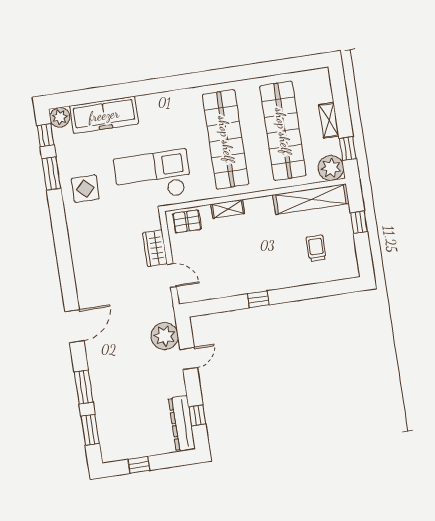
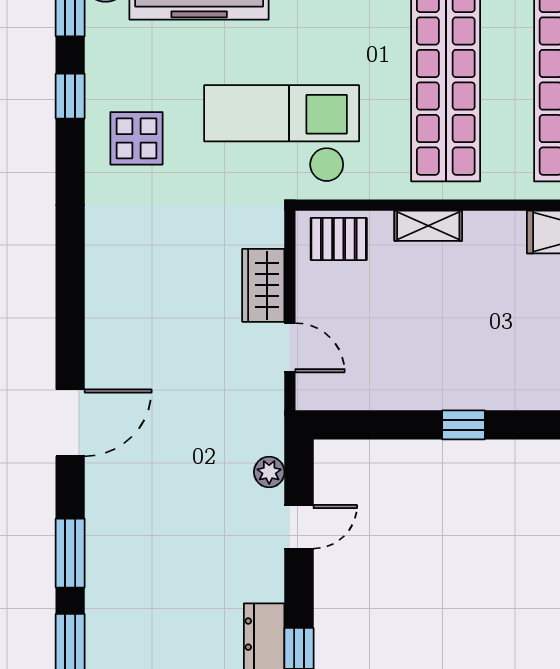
window: (51, 174) -> (70, 96), width x0.67
plant: (165, 336) -> (269, 472), width x0.53, depth x0.53

